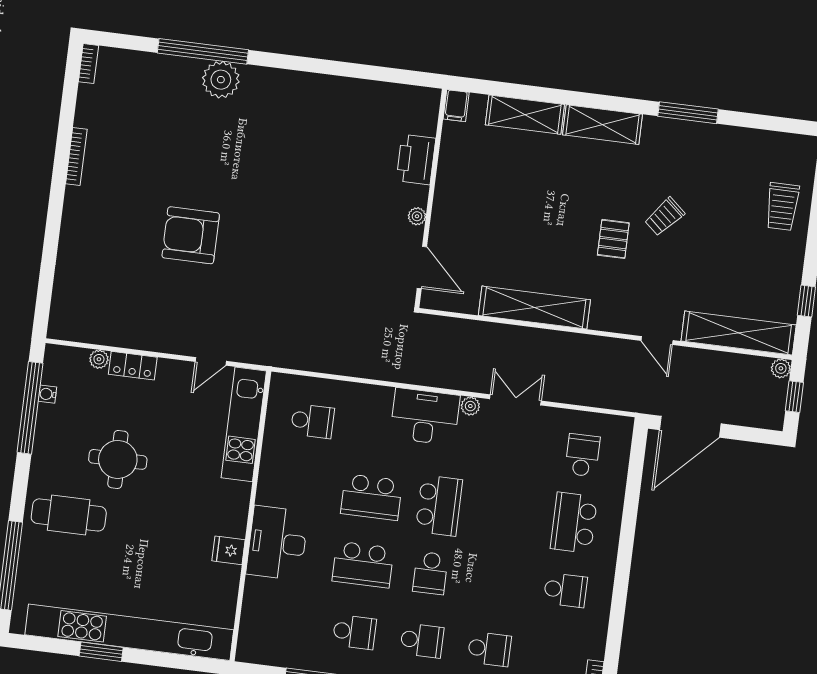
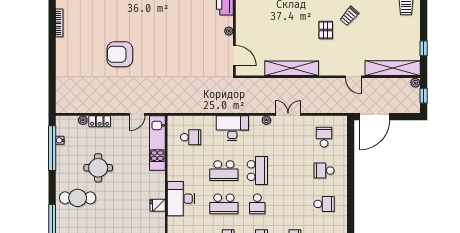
desk: (425, 417) -> (232, 128), moved
school desk: (574, 523) -> (324, 171), width x0.54

